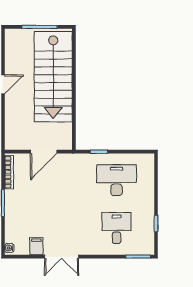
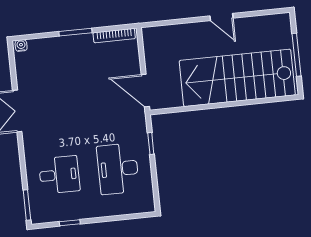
door: (44, 152) -> (145, 91), moved
desk: (117, 180) -> (118, 169), turned 180
filing cabinet: (36, 246) -> (27, 79), removed

